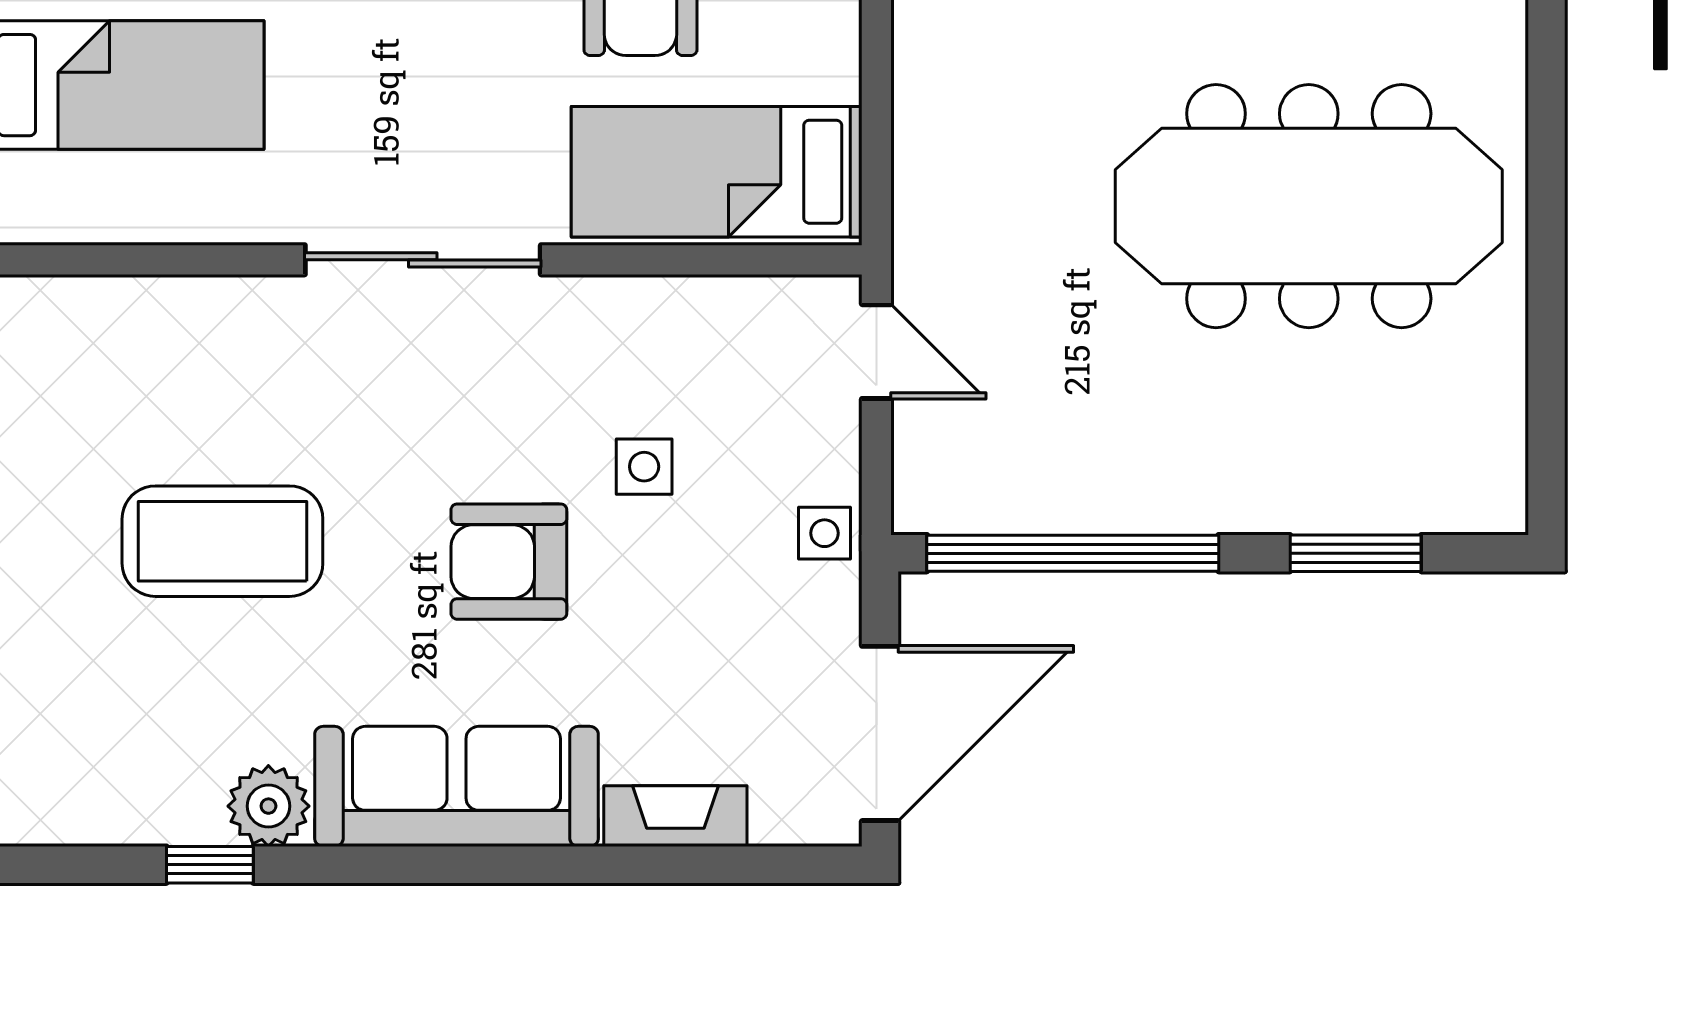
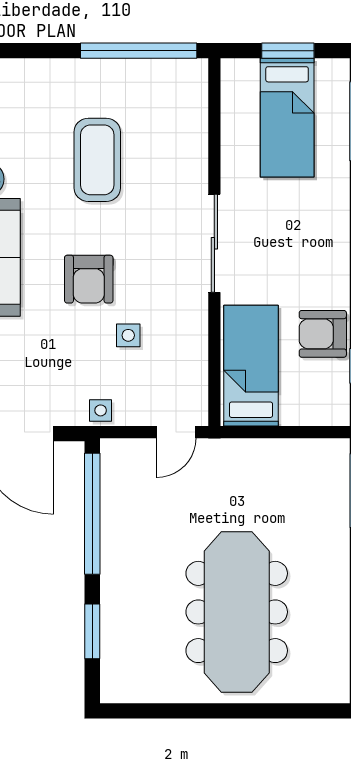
armchair: (509, 562) -> (89, 279), turned 180

